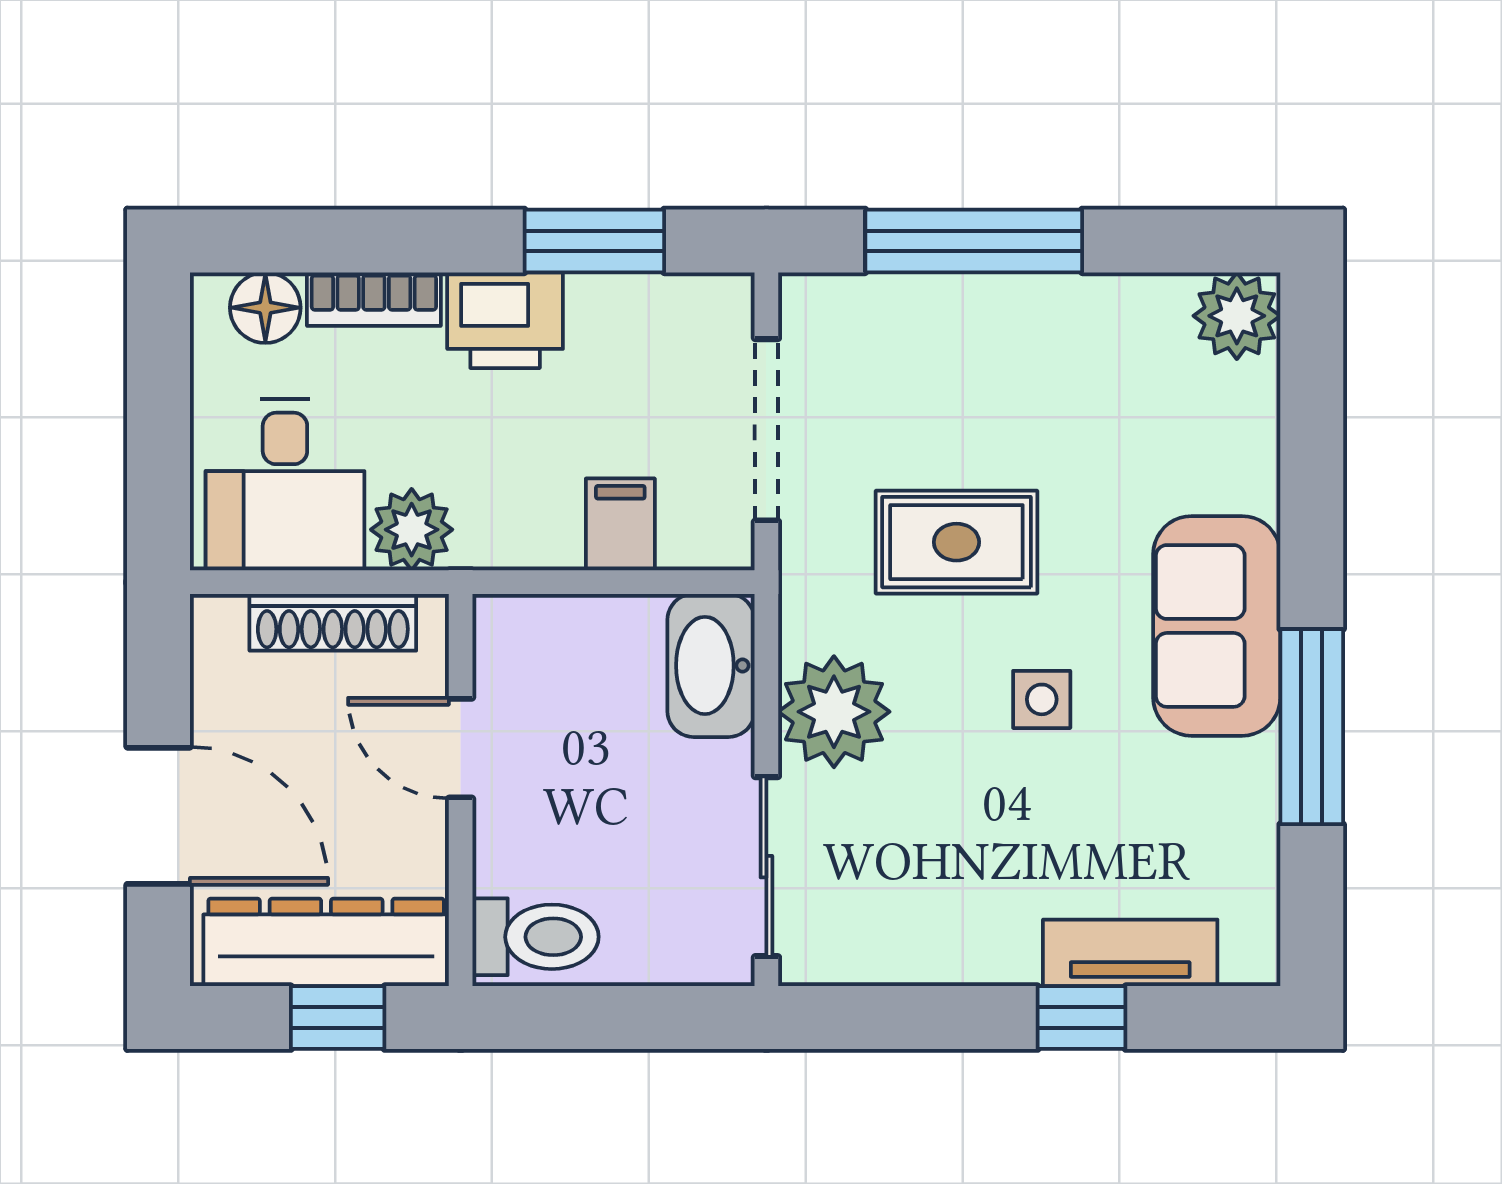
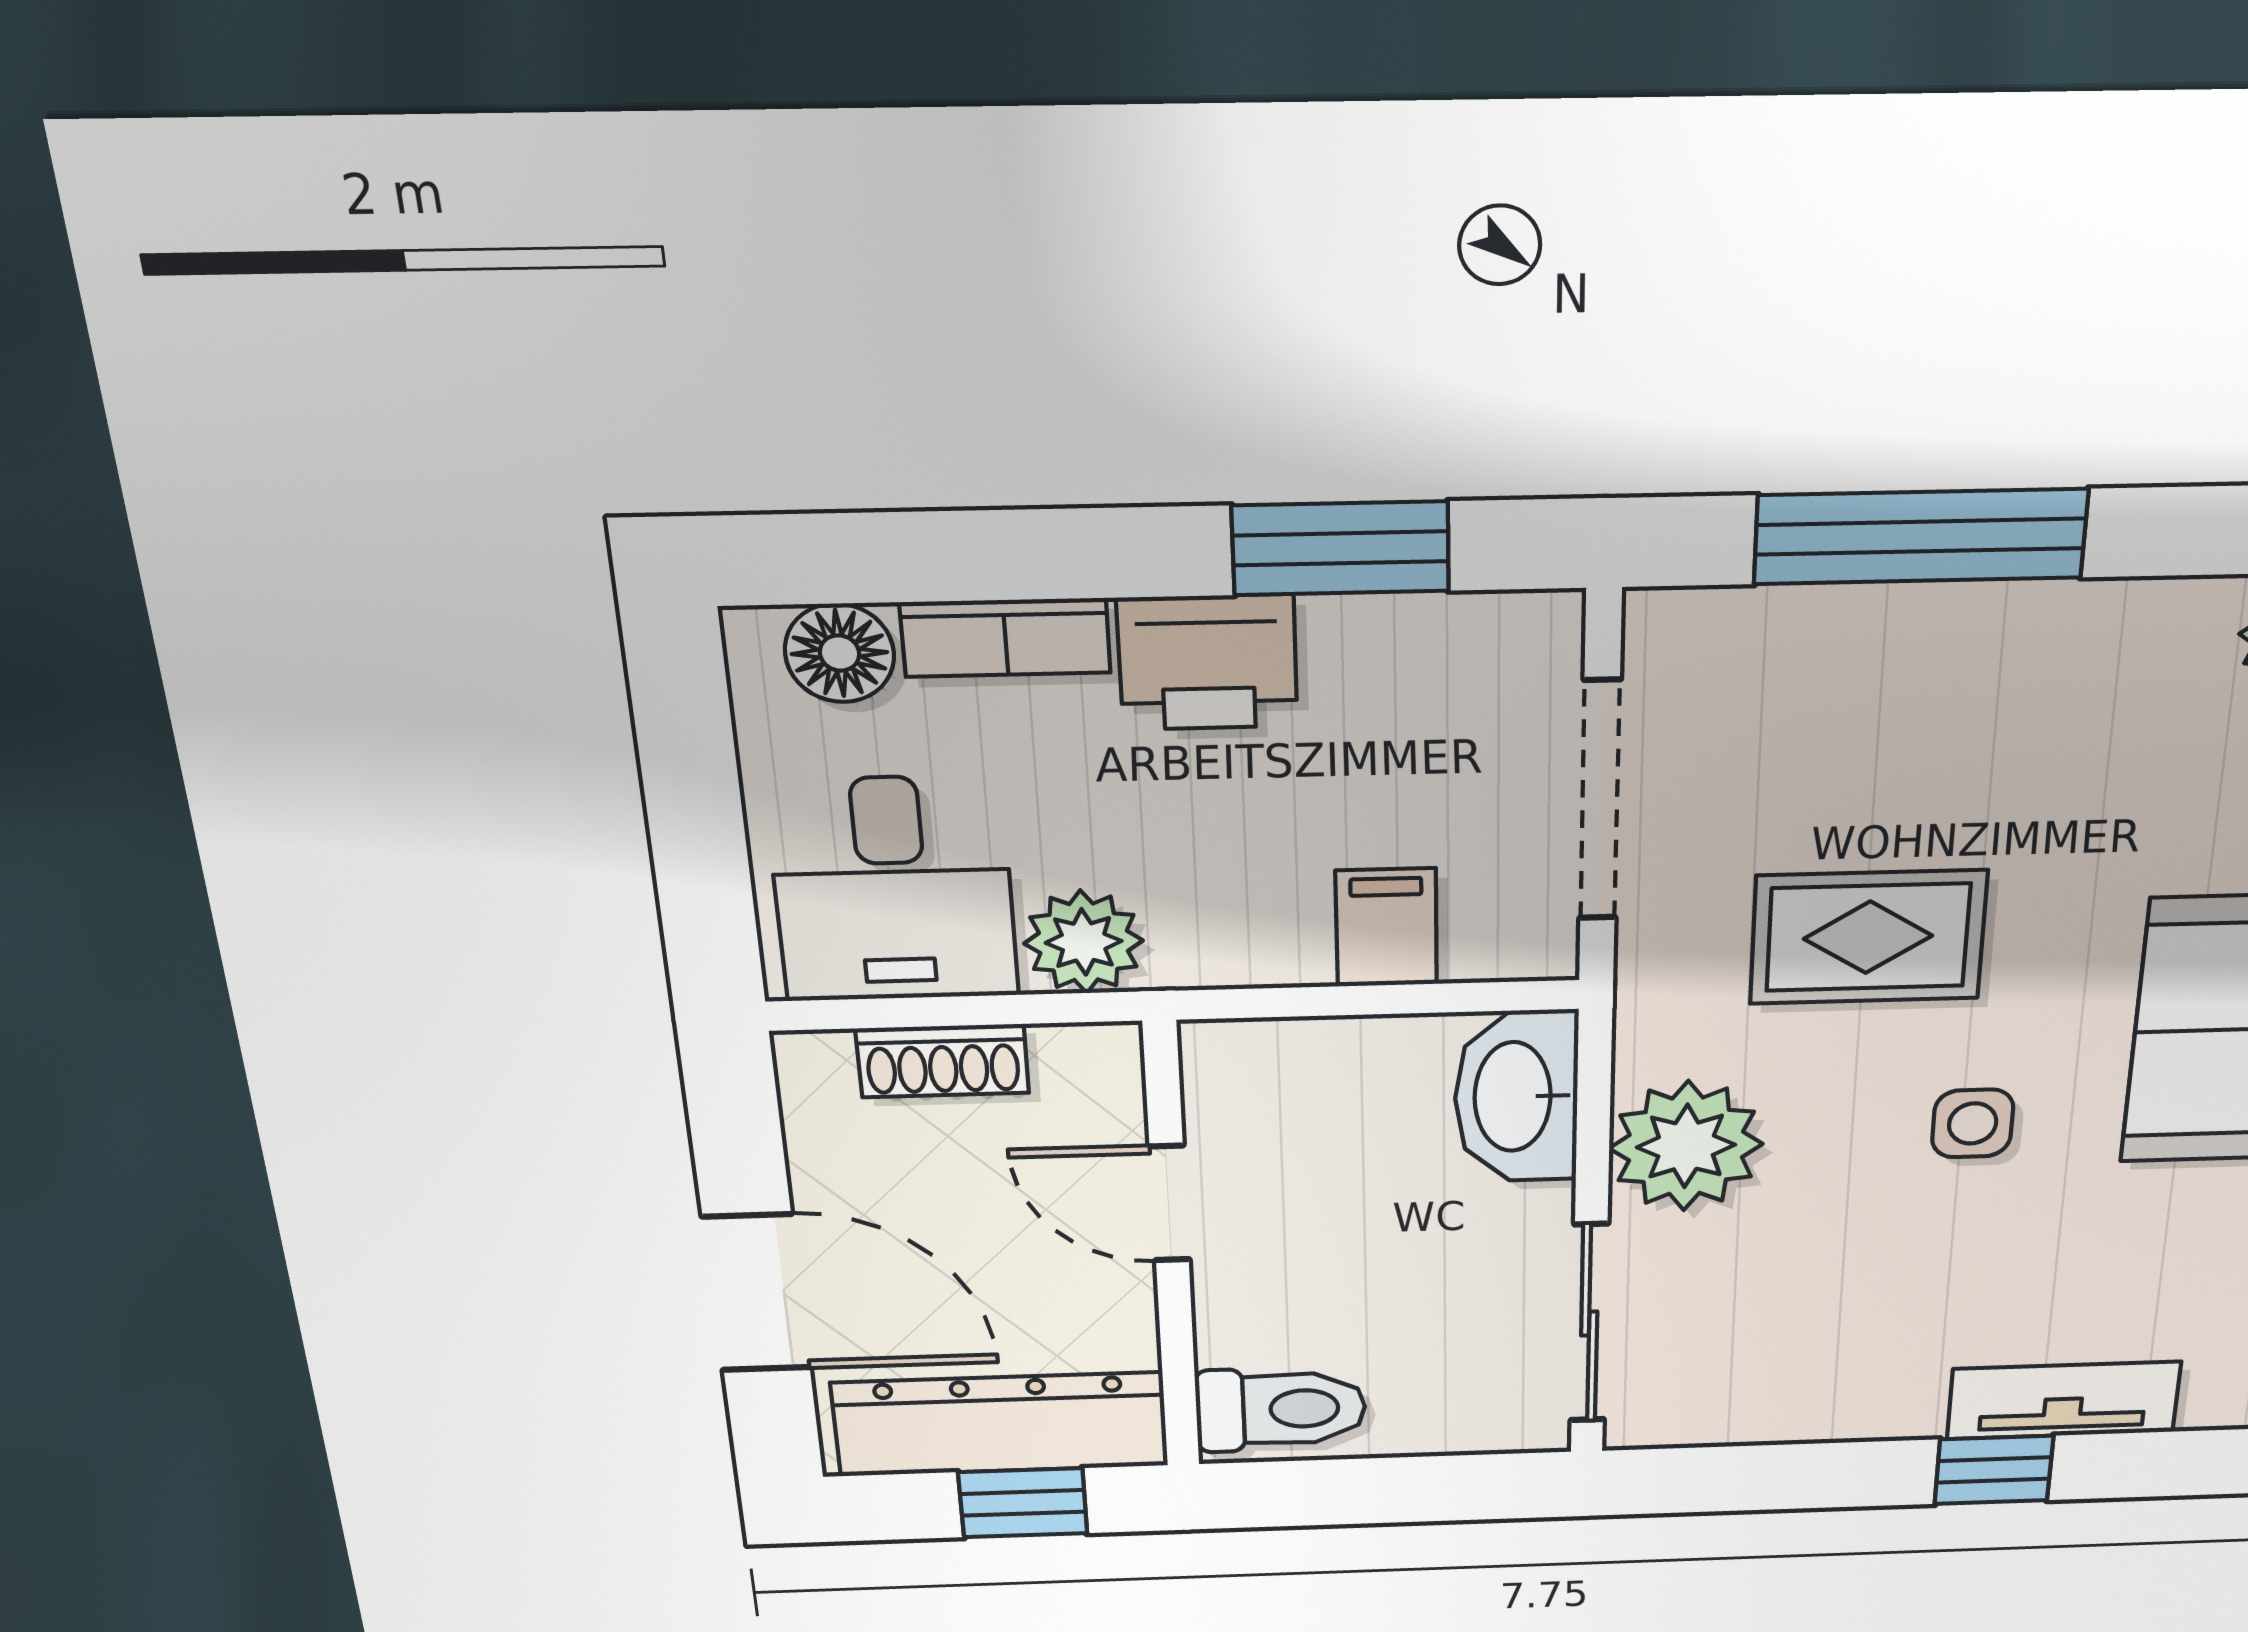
shoe rack: (333, 622) -> (943, 1061), width x0.70

